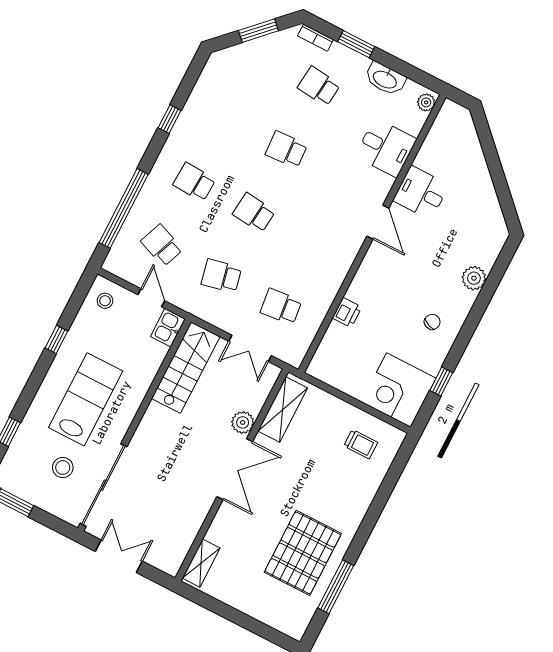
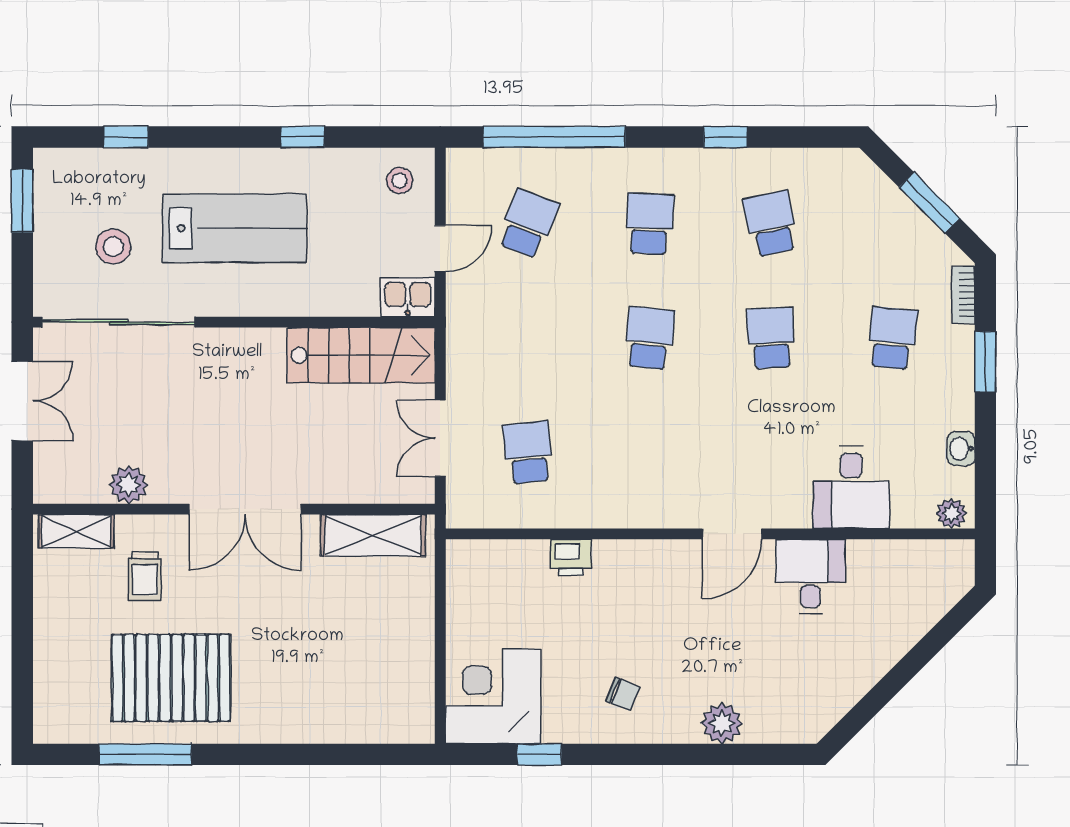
washbasin: (385, 79) -> (961, 449), width x0.52, depth x0.69
school desk: (221, 276) -> (771, 224), moved
plant: (243, 422) -> (129, 485), moved
trolley: (361, 444) -> (145, 576), moved

